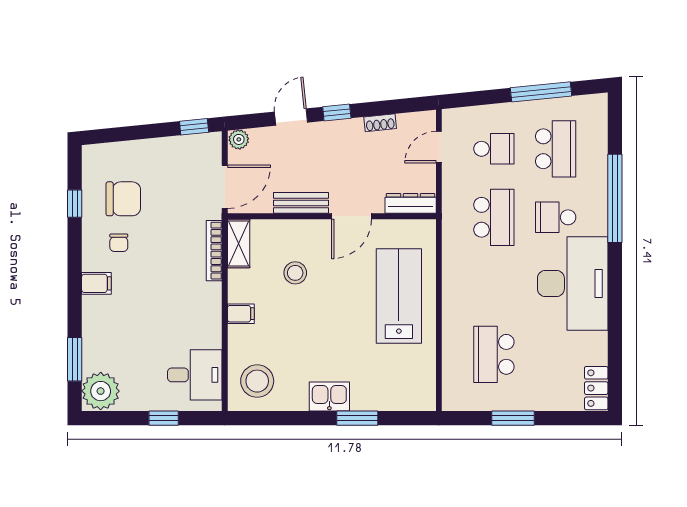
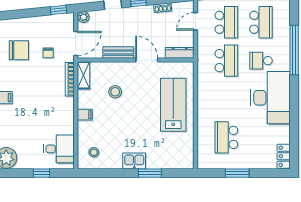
school desk: (494, 149) -> (226, 22), width x1.85
door: (352, 216) -> (147, 60), swing flipped
chair: (119, 243) -> (48, 53), moved
stool: (257, 381) -> (94, 152), width x0.53, depth x0.53

